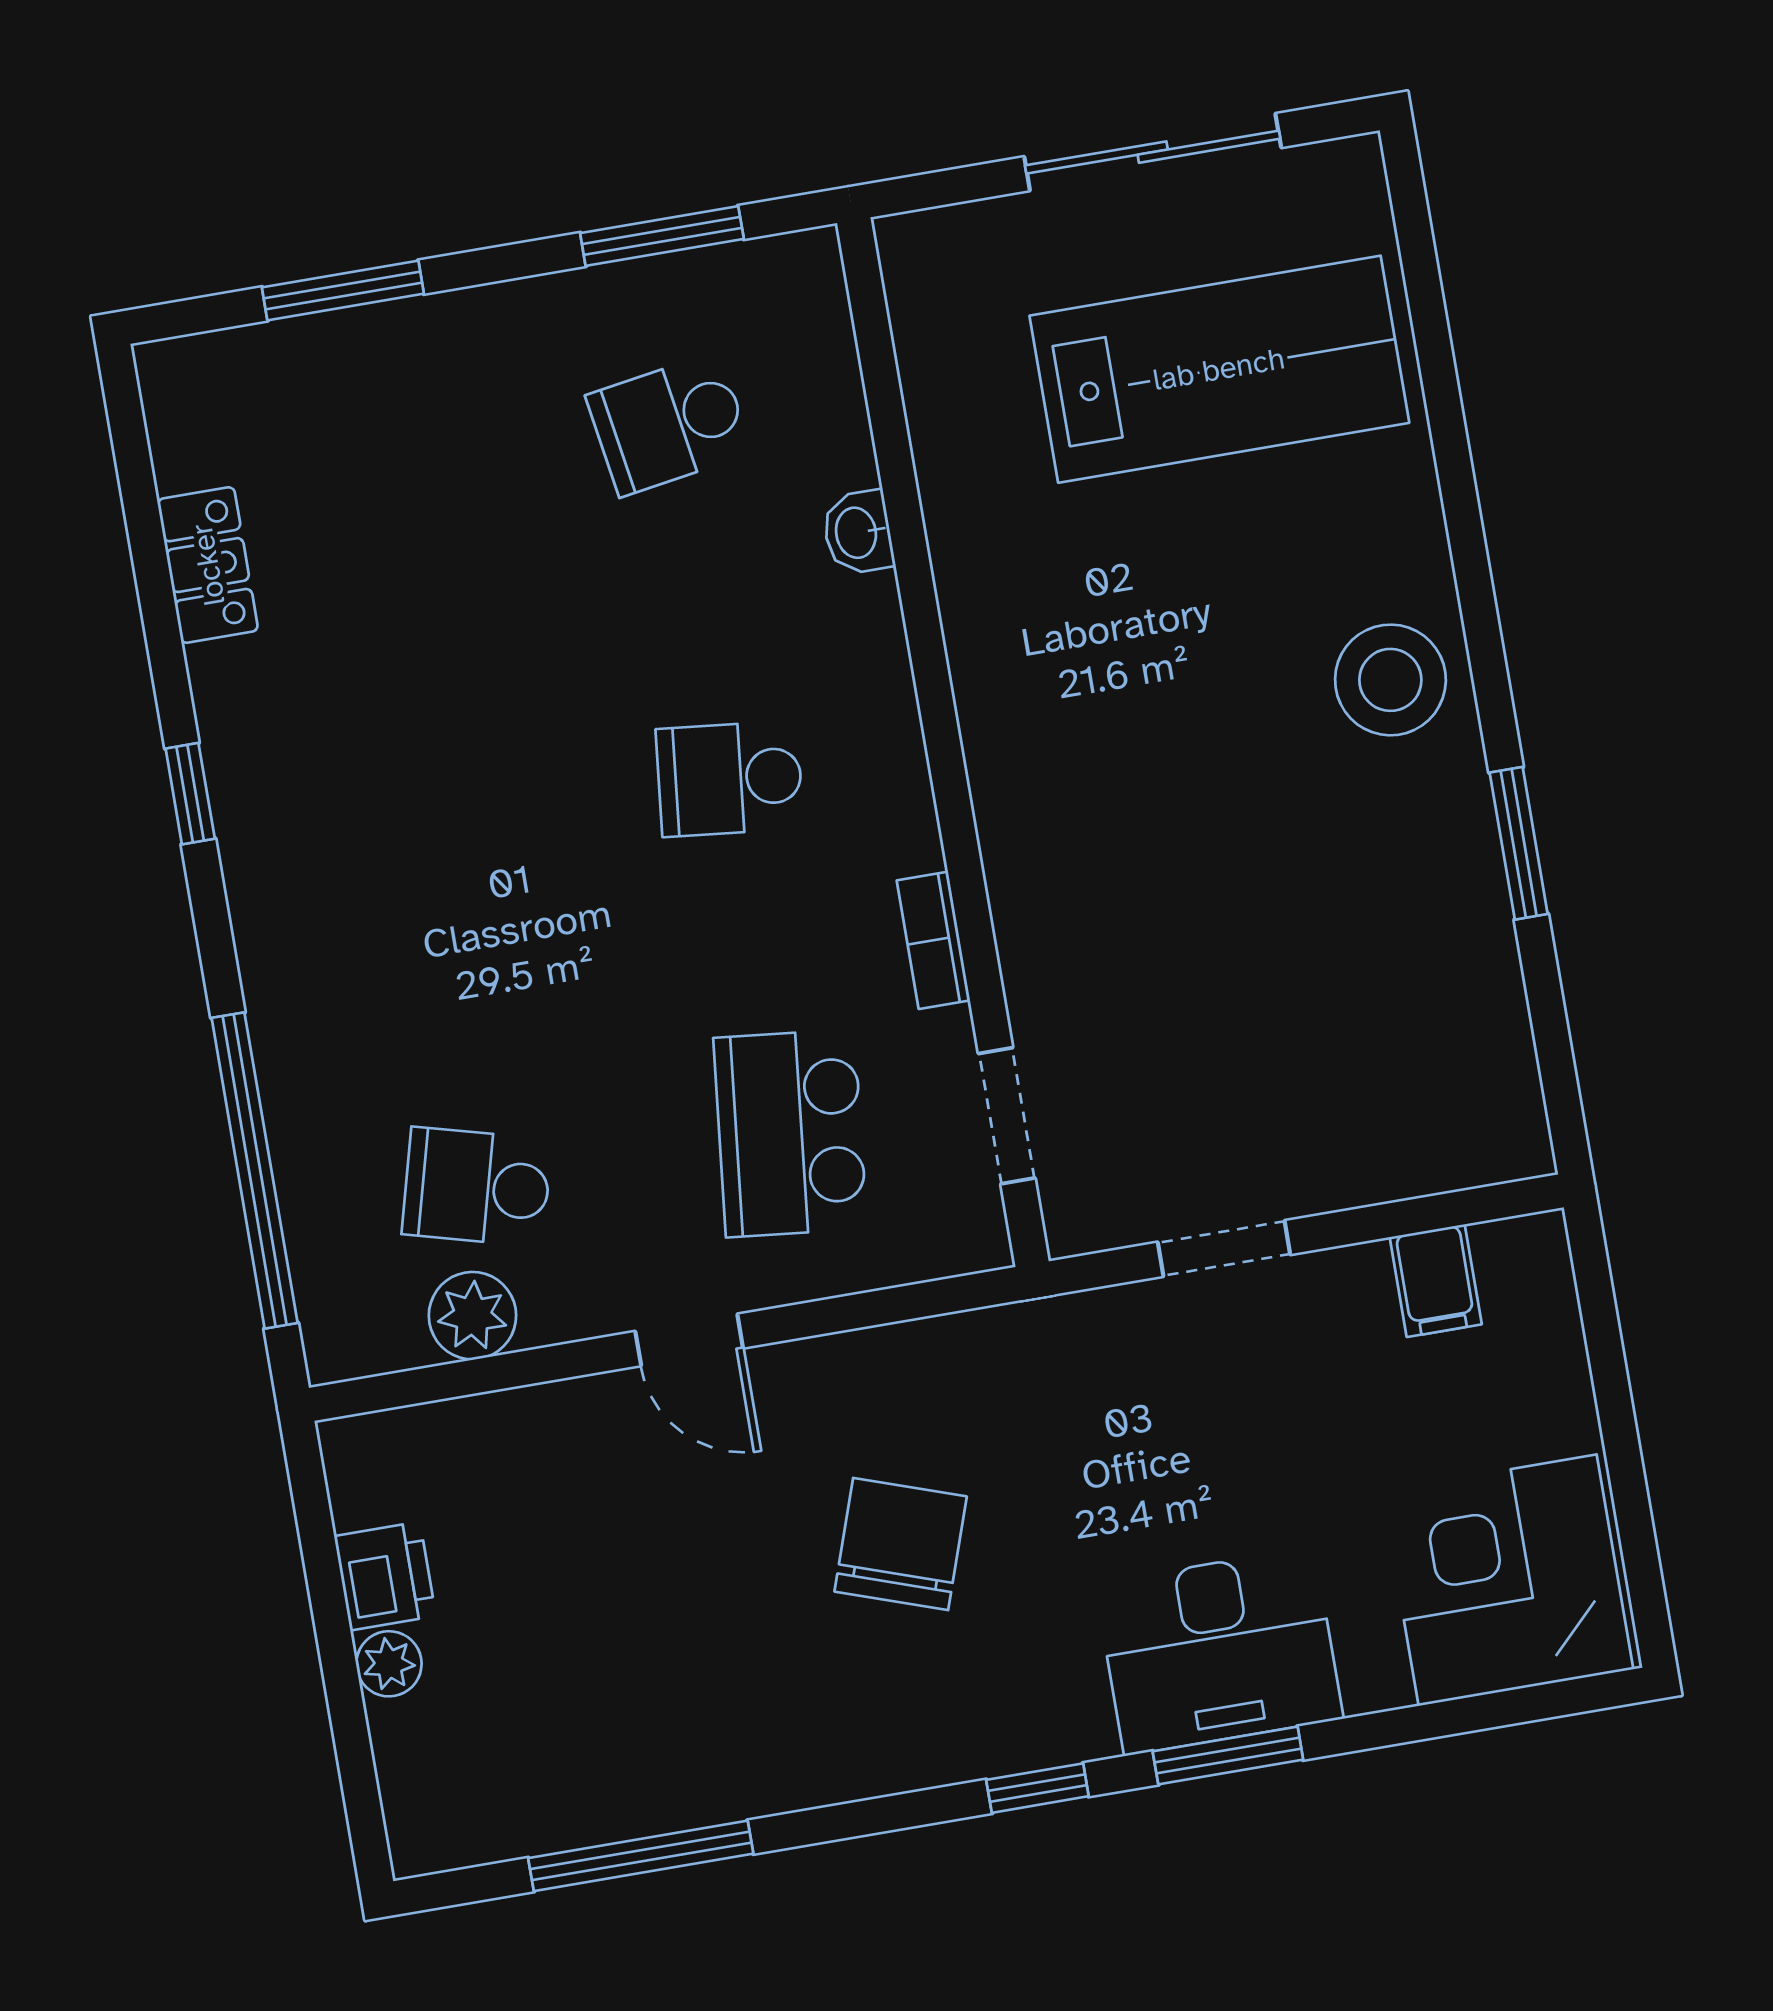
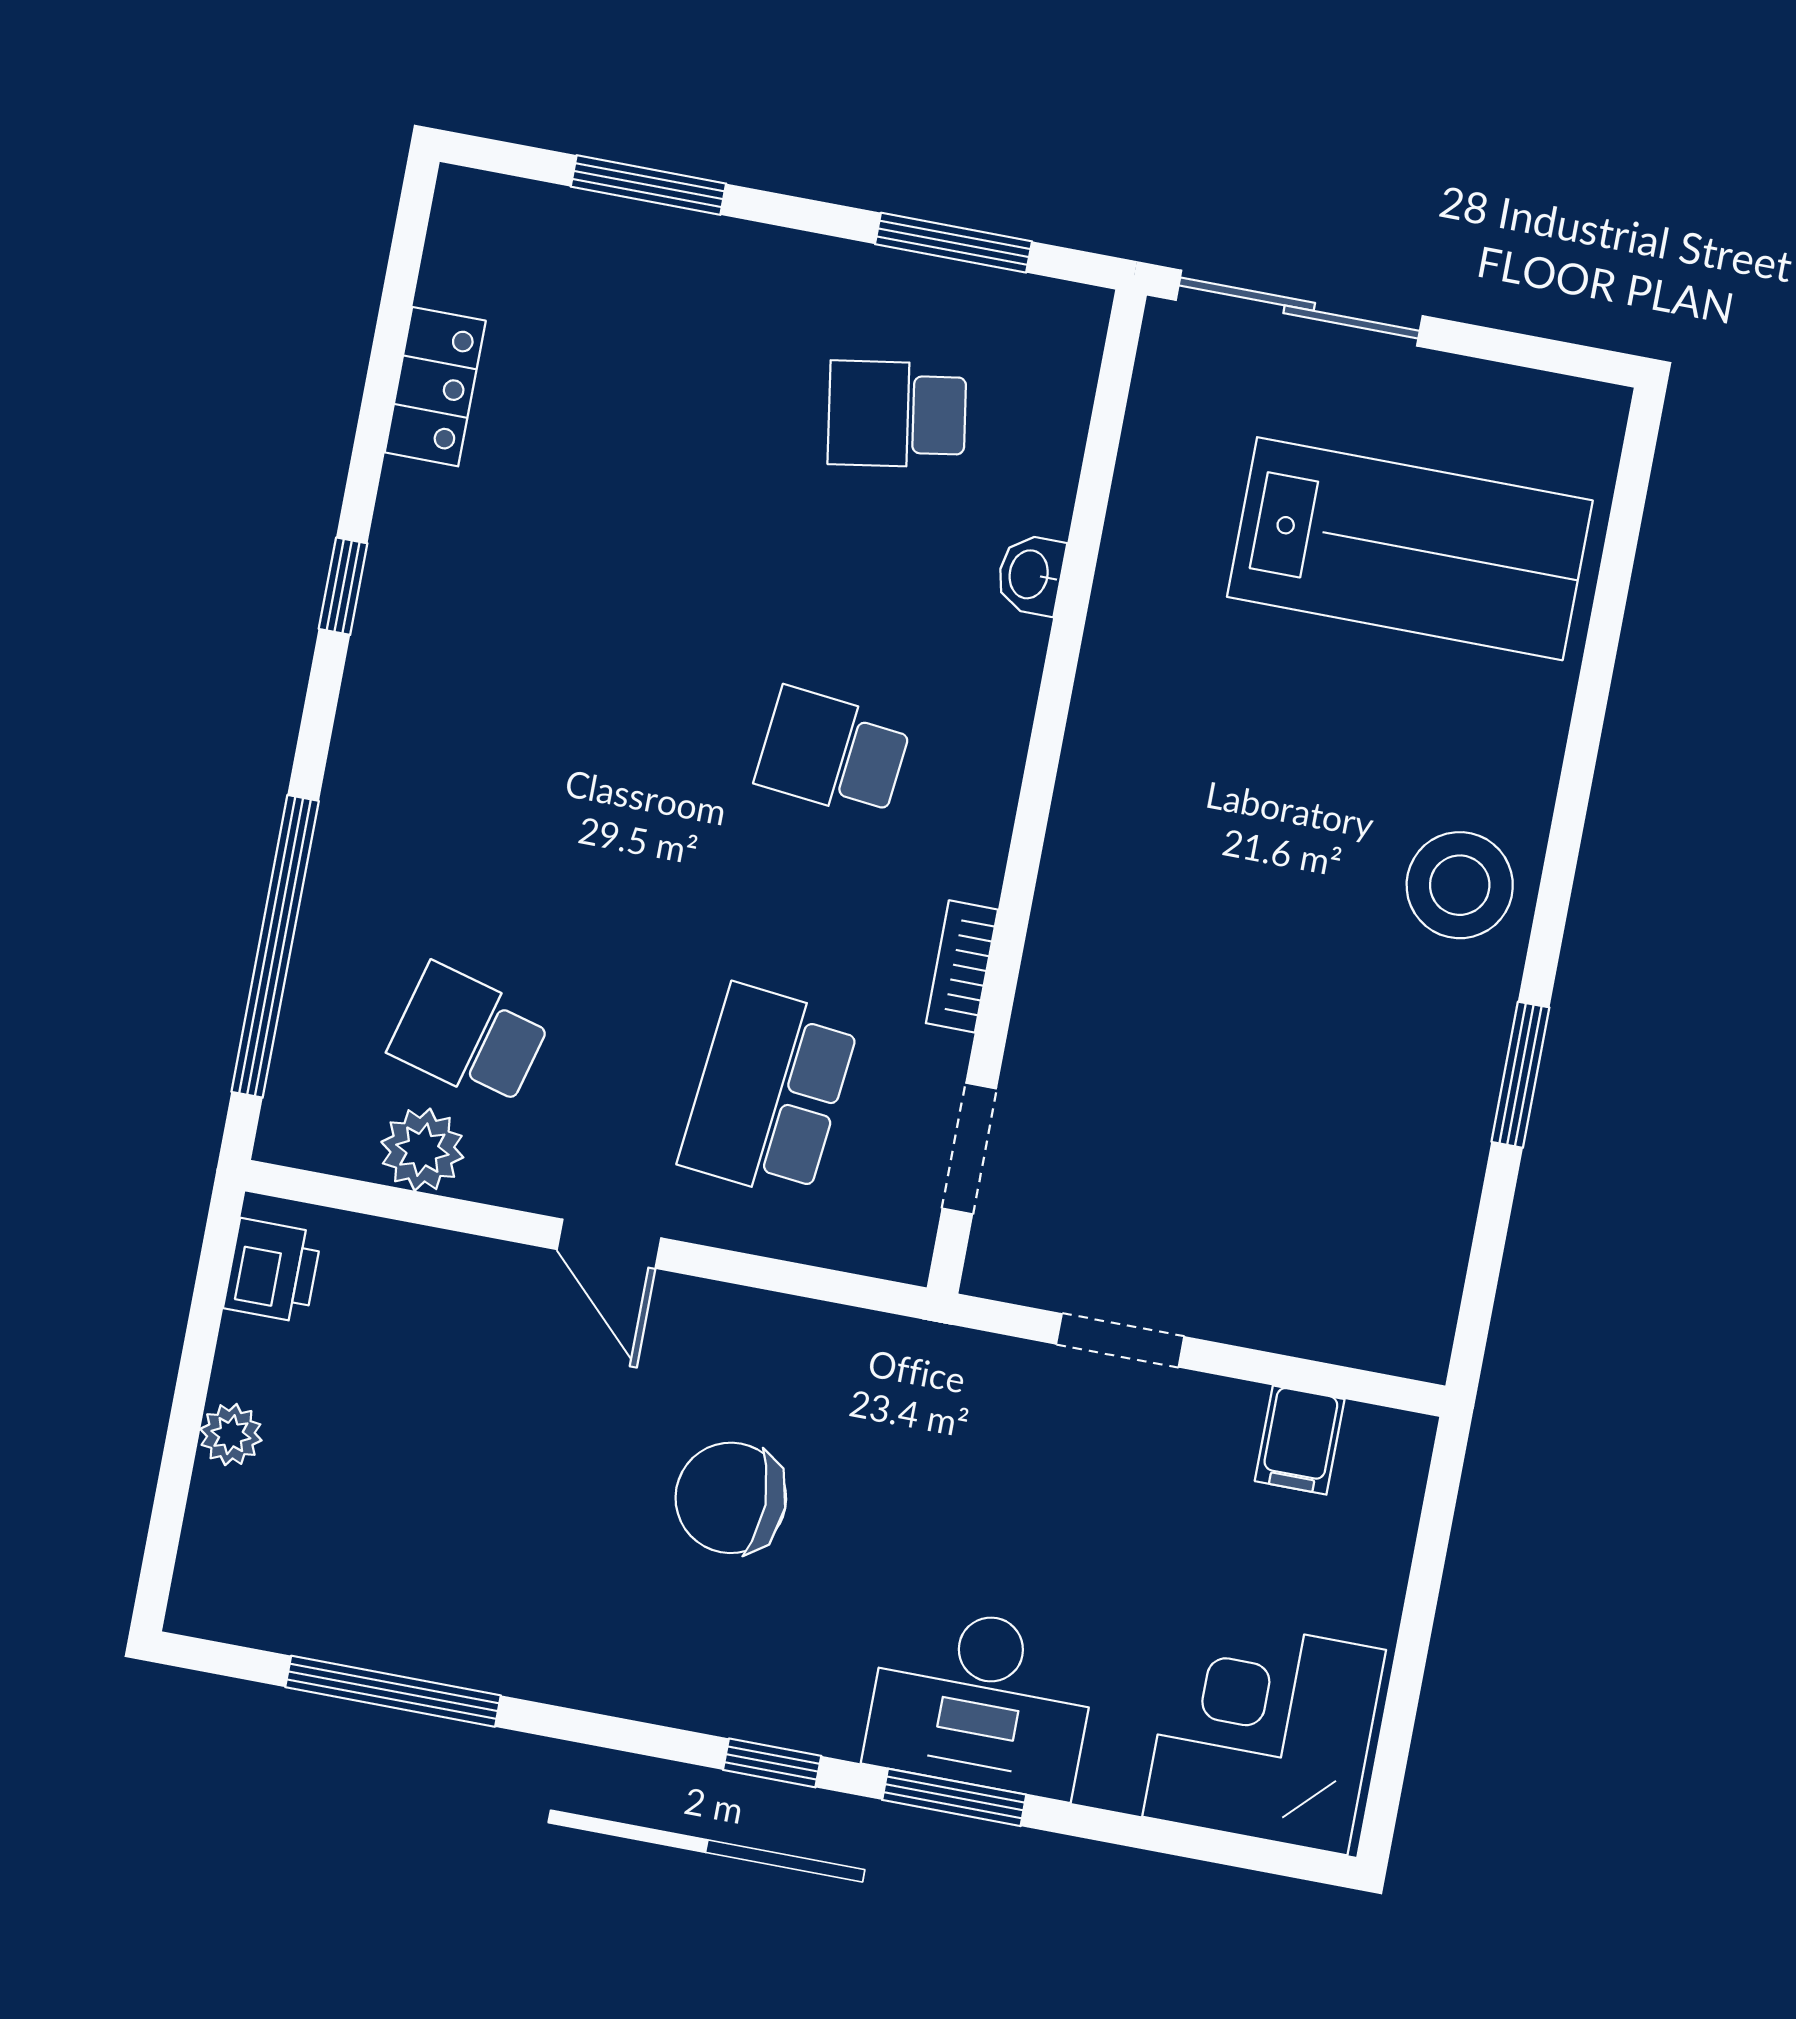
sliding door: (1153, 152) -> (1299, 308), moved
chair: (901, 1544) -> (731, 1498), turned -109
printer: (385, 1576) -> (273, 1271), moved

